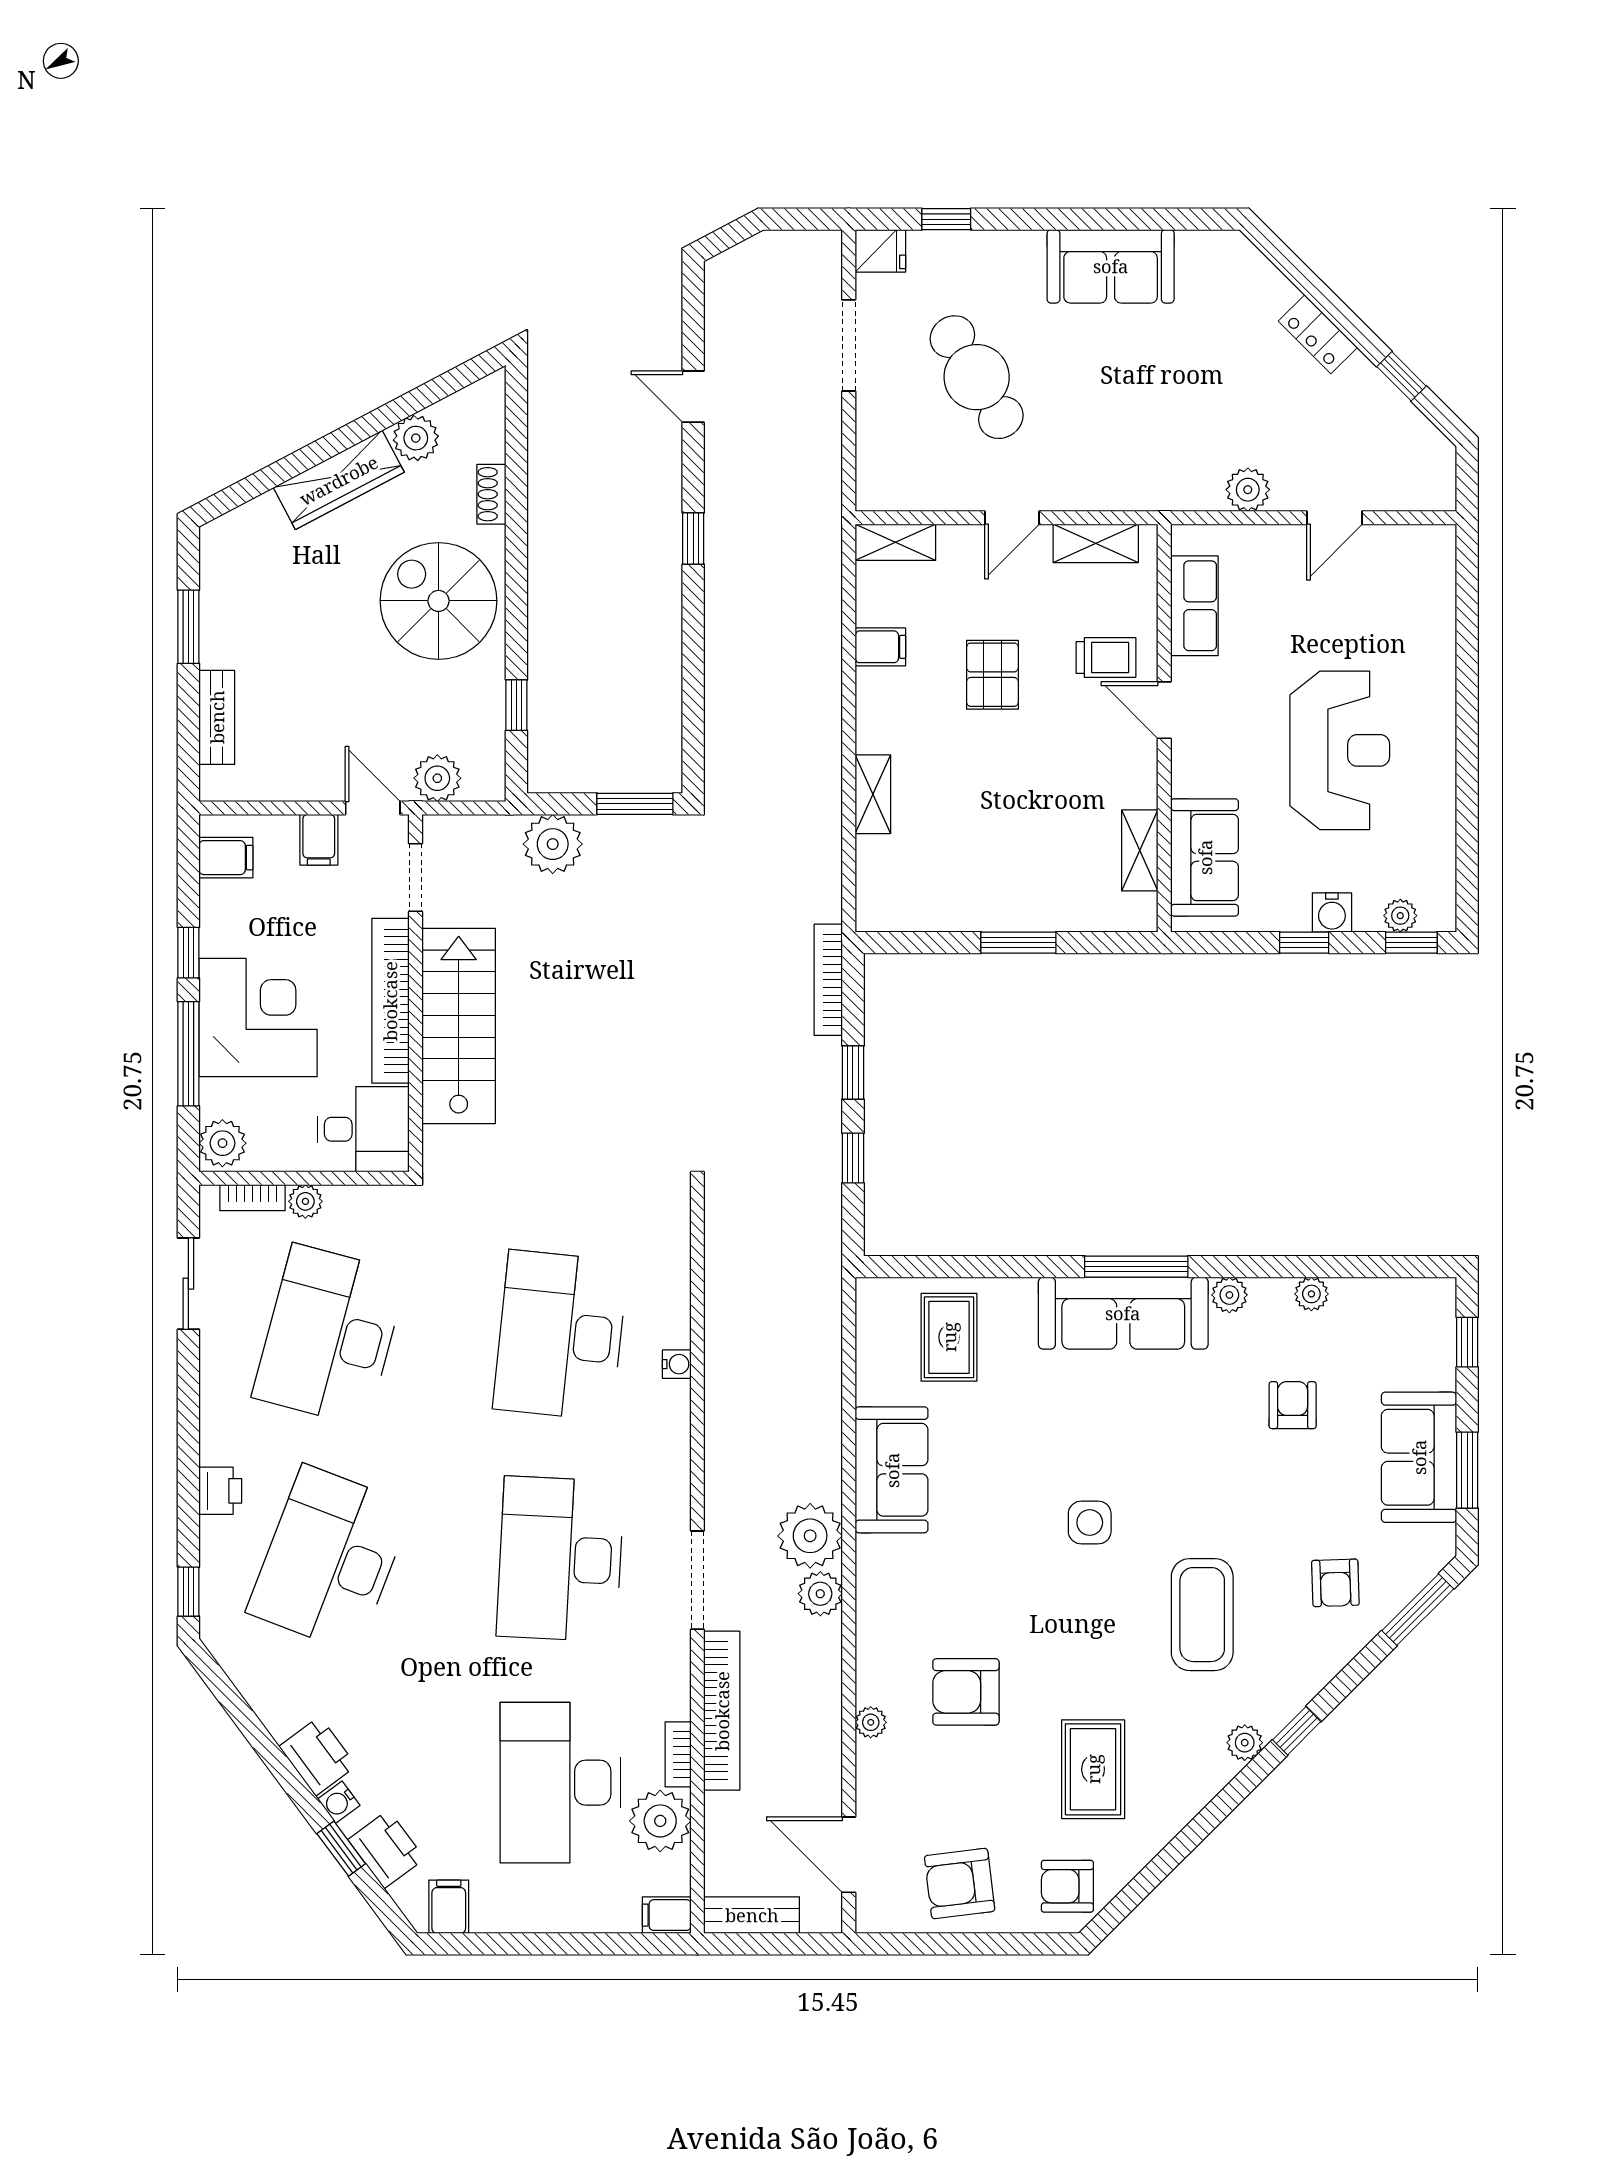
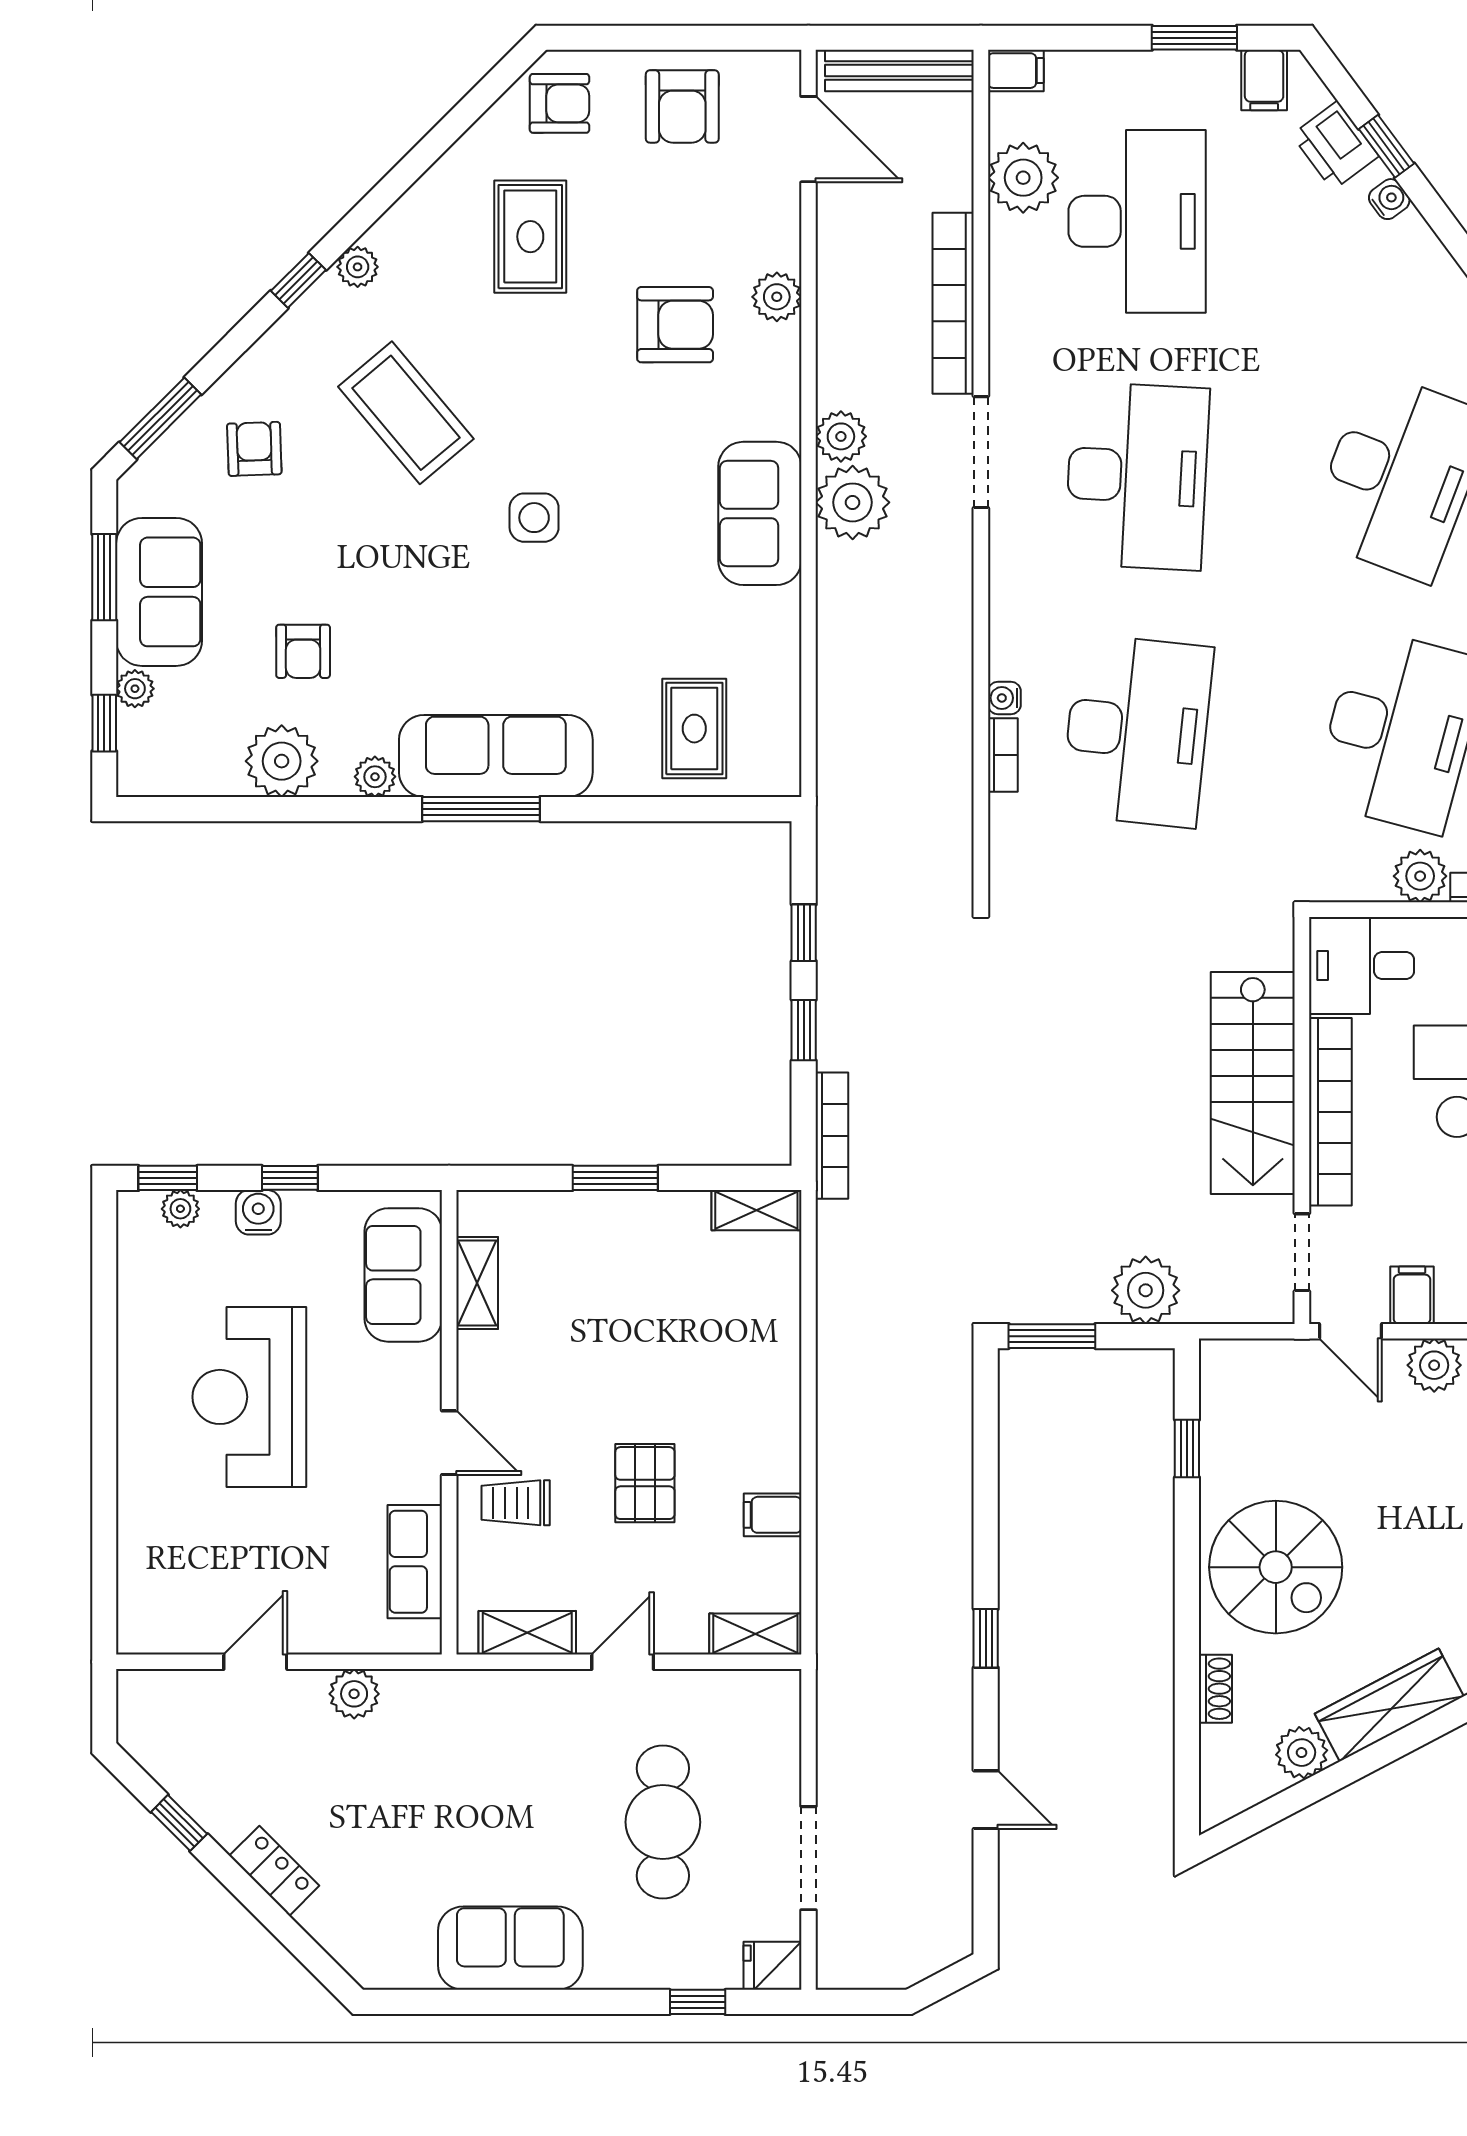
cafe table: (977, 377) -> (663, 1822), turned 31
plant: (437, 778) -> (1434, 1365), moved
shelving: (873, 794) -> (756, 1210), moved, turned 90
plant: (305, 1201) -> (1420, 876), width x1.38, depth x1.38
plant: (1311, 1294) -> (282, 761), width x1.88, depth x1.88
plant: (1440, 1372) -> (135, 689), added
sofa: (892, 1470) -> (760, 513), moved
coffee table: (1202, 1615) -> (406, 413), turned -40
plant: (871, 1722) -> (777, 297), width x1.38, depth x1.38
bookcase: (678, 1754) -> (1003, 755), moved
printer: (318, 1756) -> (1413, 252), removed
armchair: (960, 1884) -> (682, 106), turned 97
bench: (752, 1915) -> (899, 71), width x1.36
window: (510, 1944) -> (1194, 38), added

